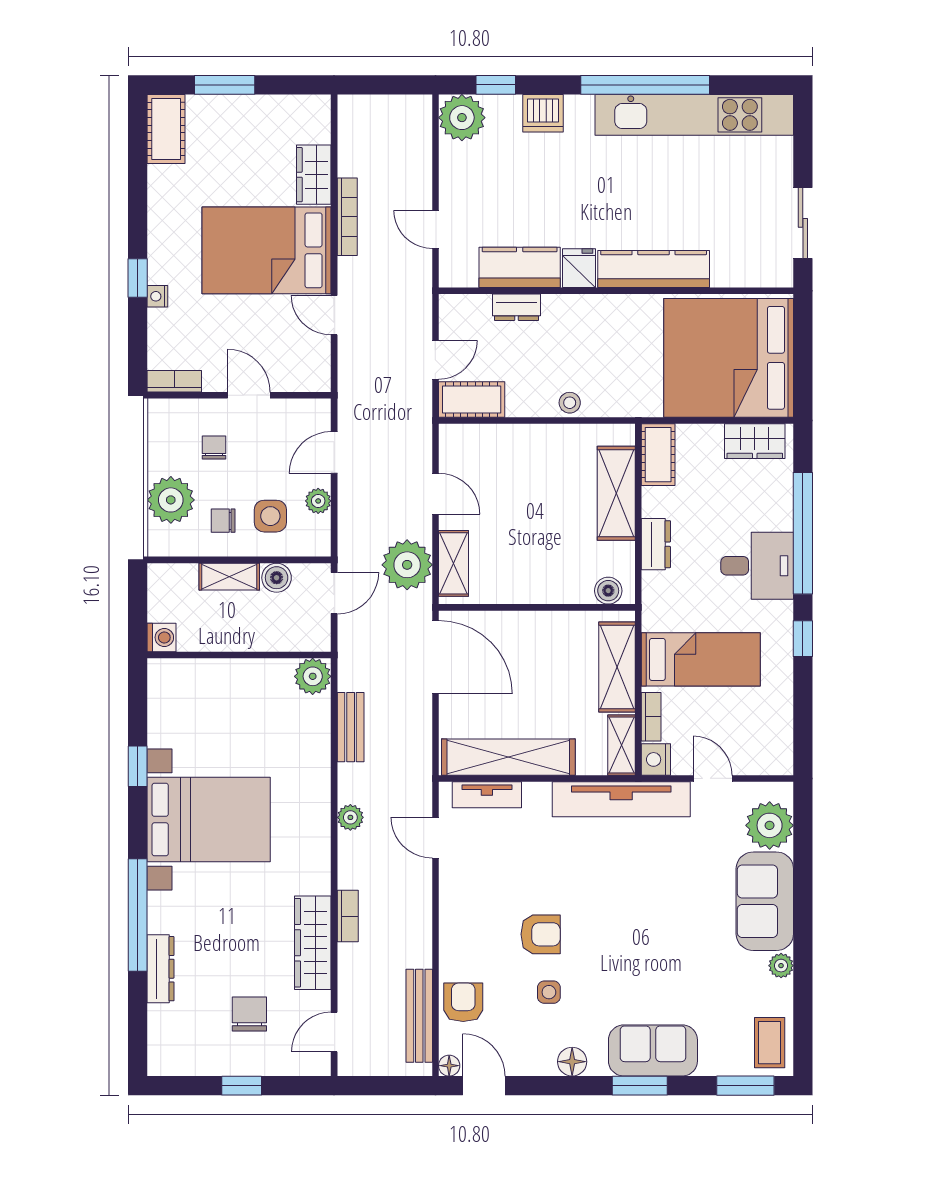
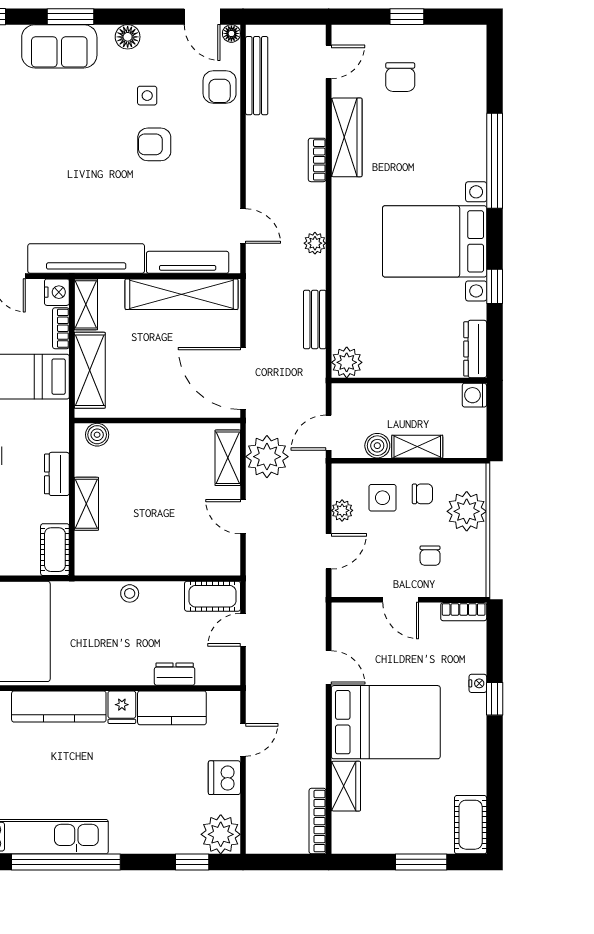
dishwasher: (543, 113) -> (224, 778), moved, turned -90
bookcase: (347, 217) -> (318, 821), moved
door: (435, 229) -> (243, 740), hinge flipped
shelving: (616, 493) -> (86, 504), width x0.67, depth x0.75
tv unit: (487, 795) -> (188, 262), width x1.41
dresser: (161, 969) -> (475, 349), moved

